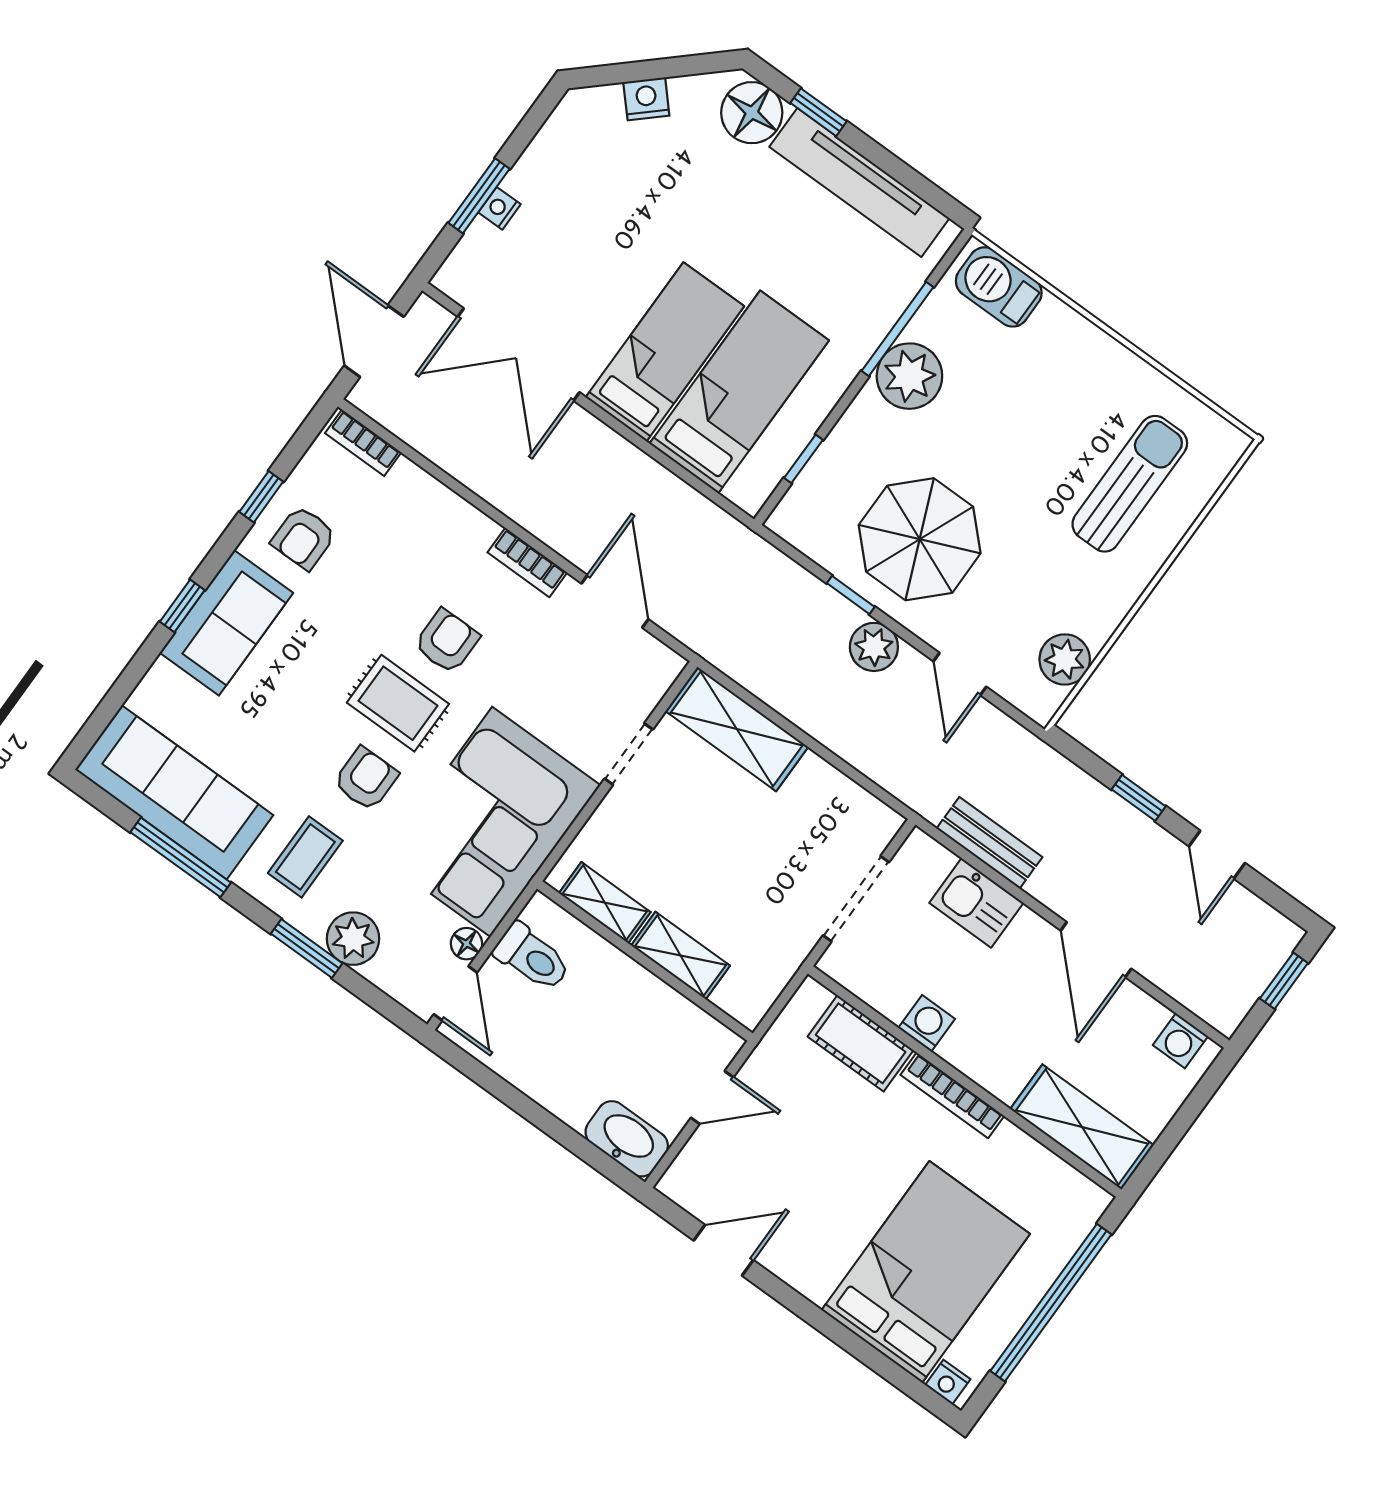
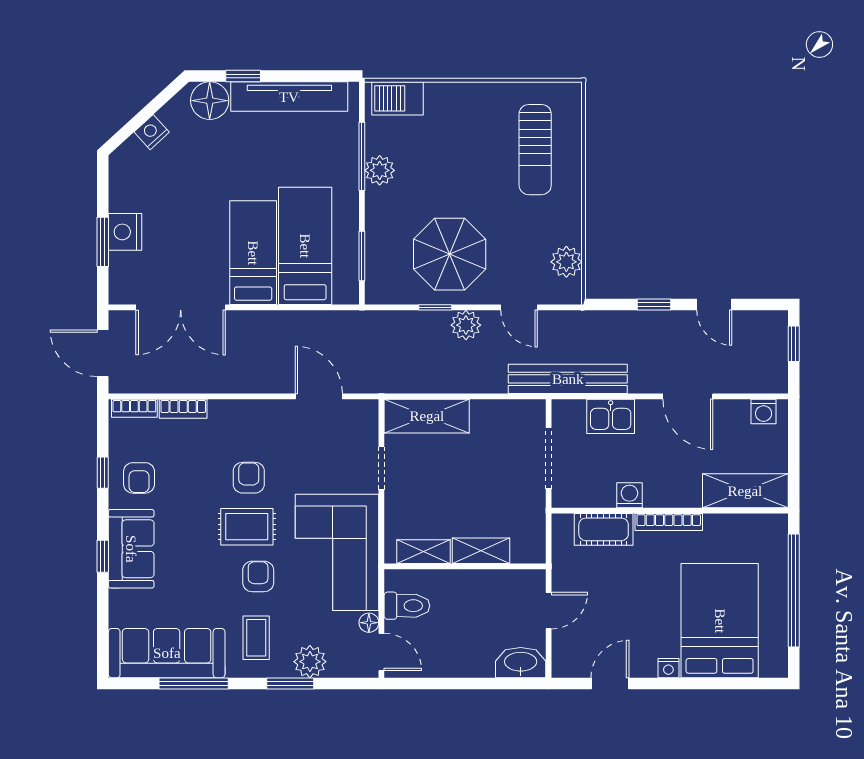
nightstand: (500, 208) -> (125, 232), width x1.89, depth x1.79
plant: (909, 376) -> (380, 170), width x0.73, depth x0.73
window: (804, 459) -> (362, 256), width x1.50
sun lounger: (1130, 484) -> (535, 150), turned 180
bookcase: (527, 562) -> (183, 409), moved
bench: (989, 843) -> (568, 379), width x1.86, depth x1.21
nightstand: (948, 1382) -> (668, 668), moved

